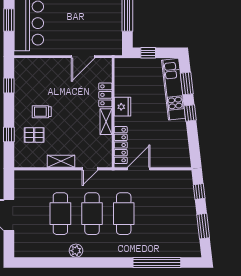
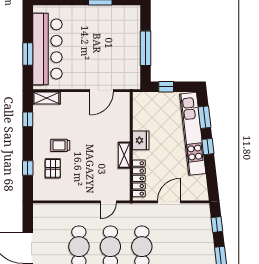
kitchen unit: (174, 89) -> (193, 134), width x1.36
locker: (105, 95) -> (124, 129), removed
pallet: (34, 135) -> (53, 168), turned 90
shelving: (61, 161) -> (46, 98), moved
door: (139, 169) -> (169, 202), moved

